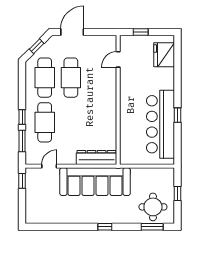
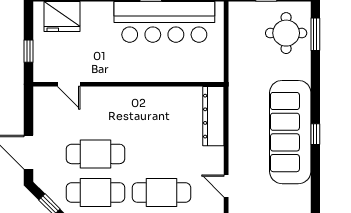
sofa: (95, 182) -> (290, 132), moved, turned 180
window: (105, 227) -> (315, 134), moved

